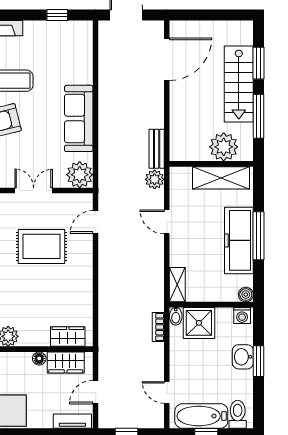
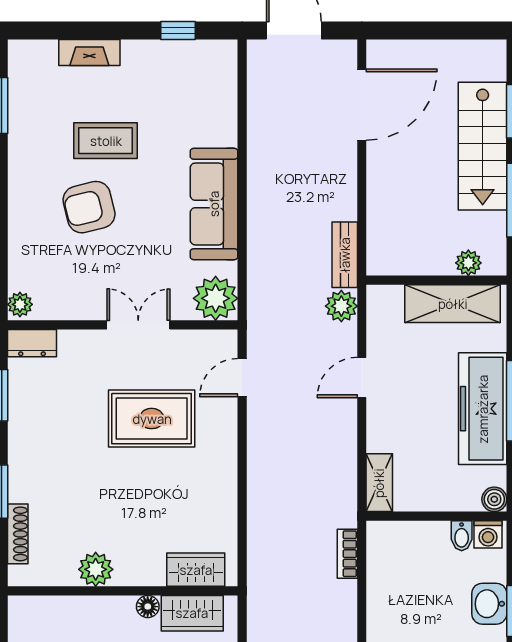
plant: (224, 147) -> (468, 263), width x0.53, depth x0.53
door: (167, 222) -> (362, 378), hinge flipped
bidet: (176, 316) -> (462, 536), moved
shower: (199, 323) -> (416, 547), removed

